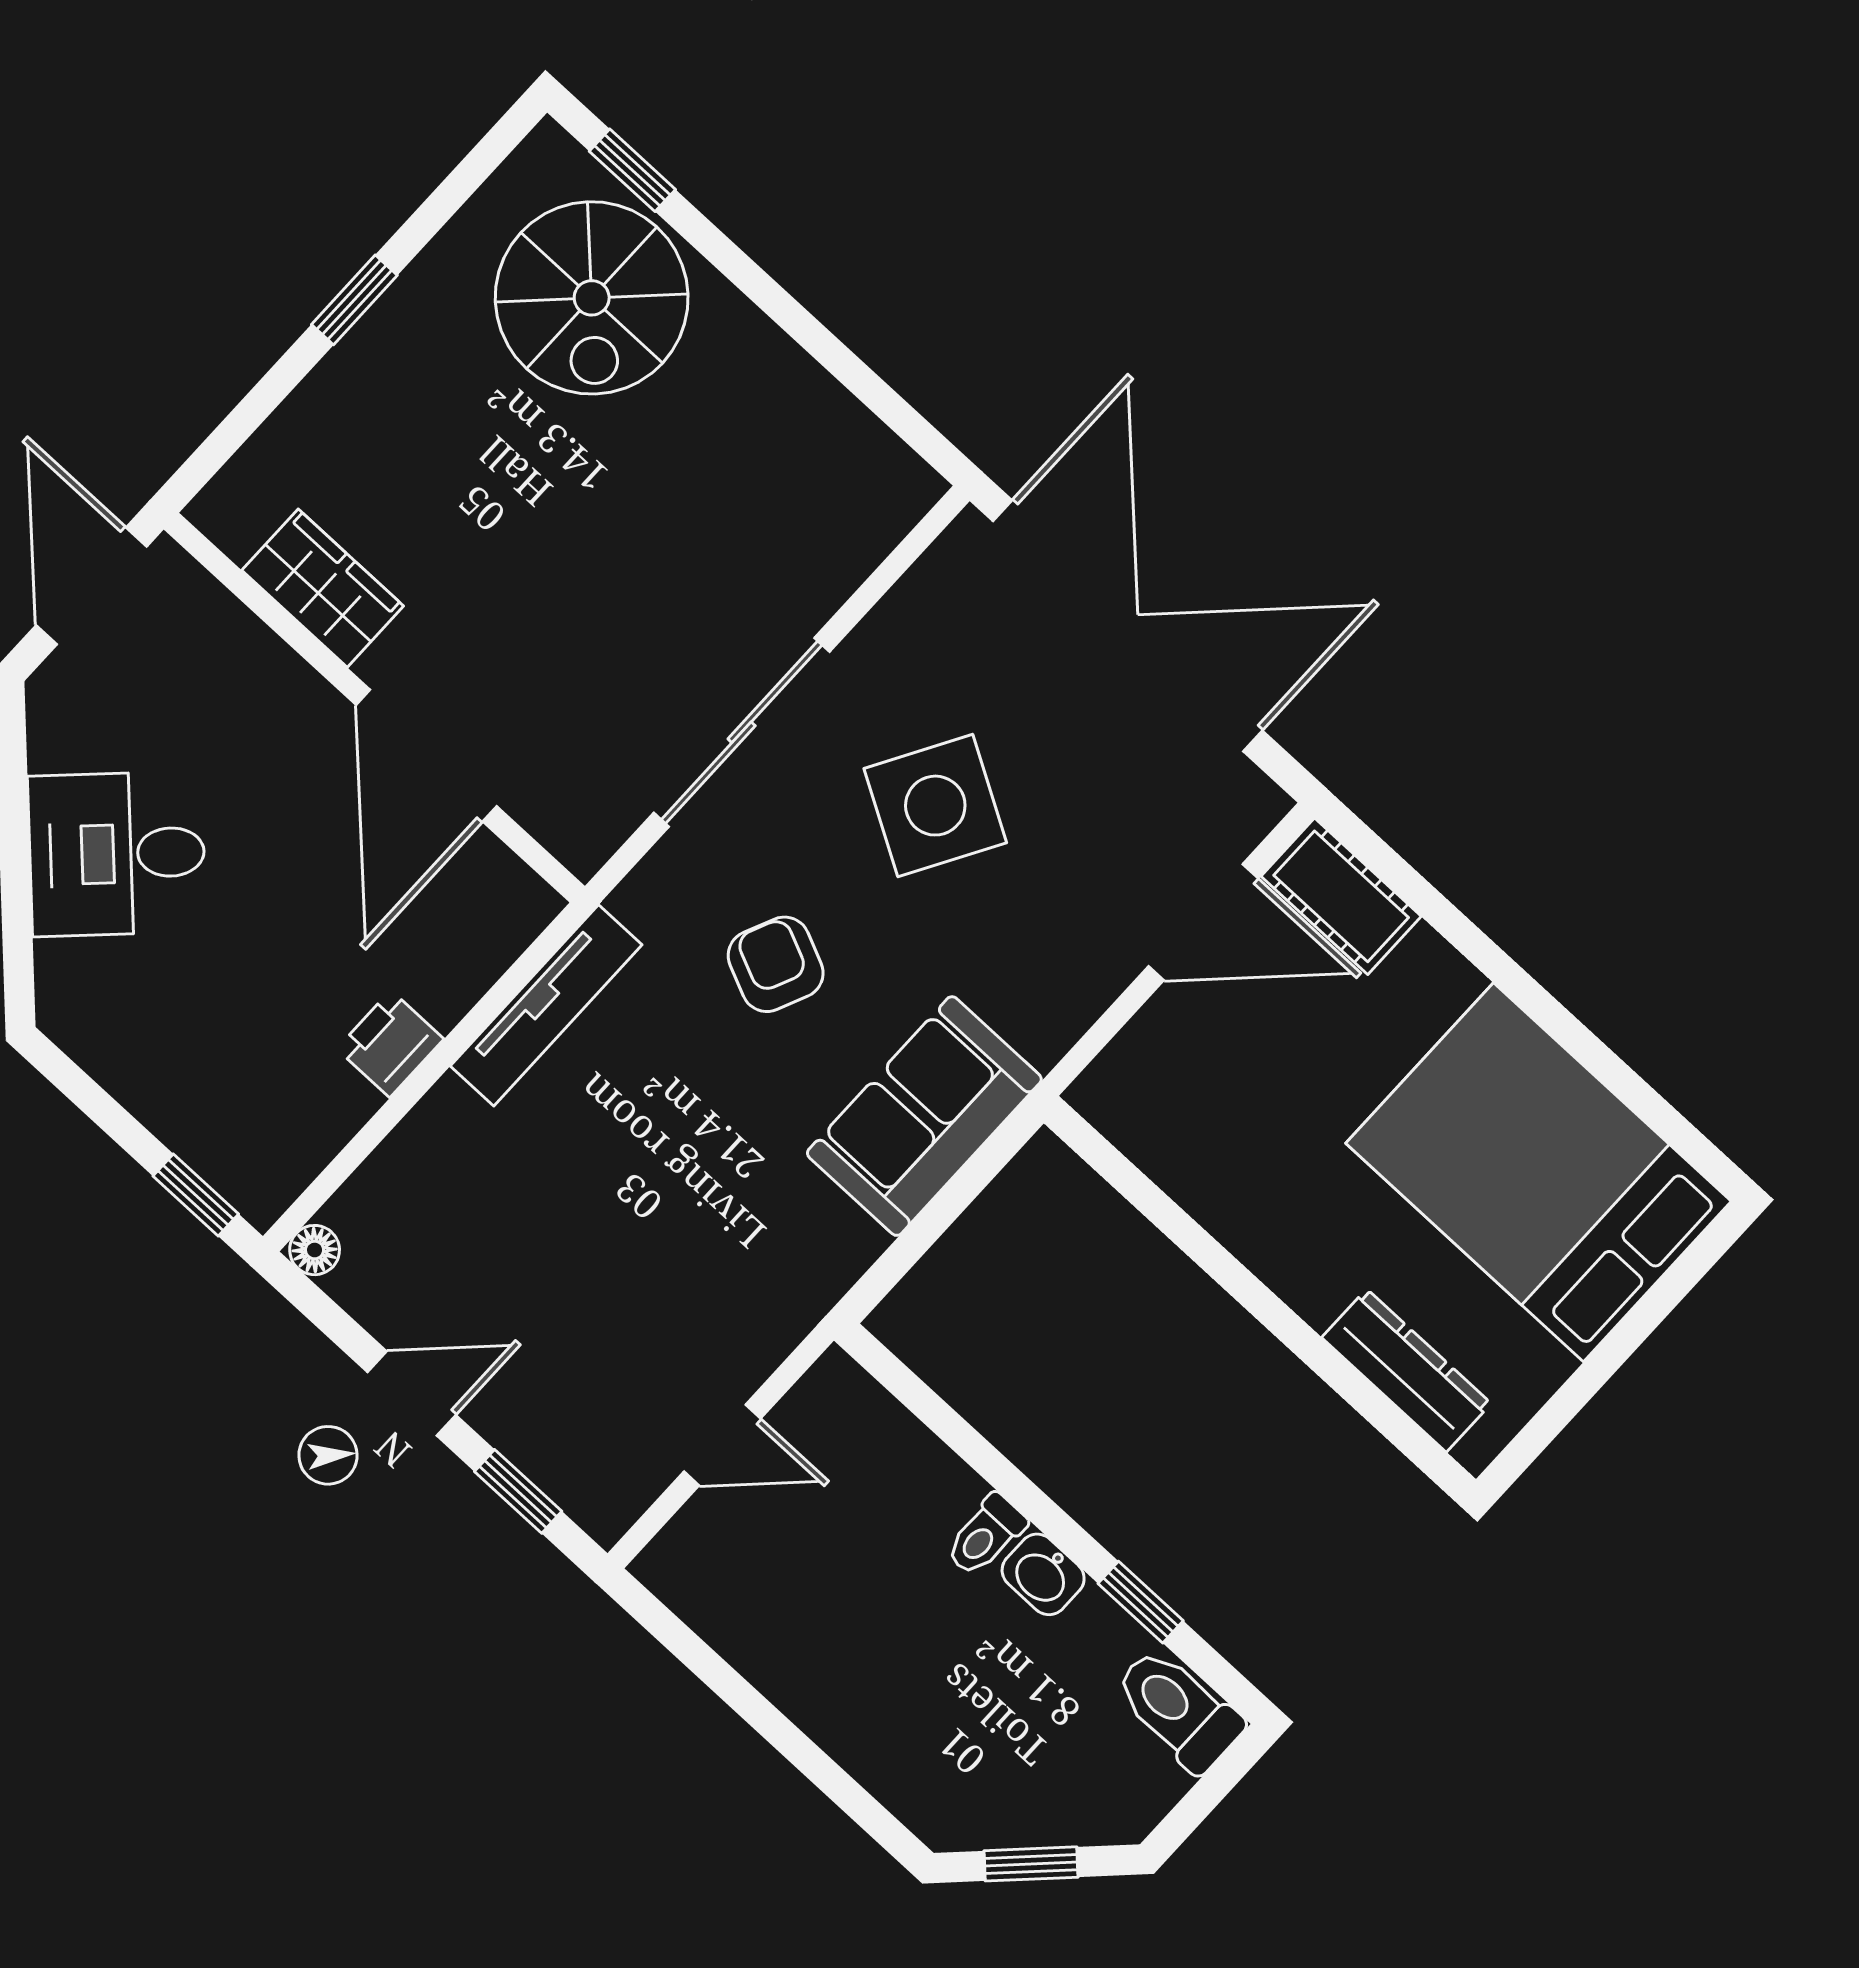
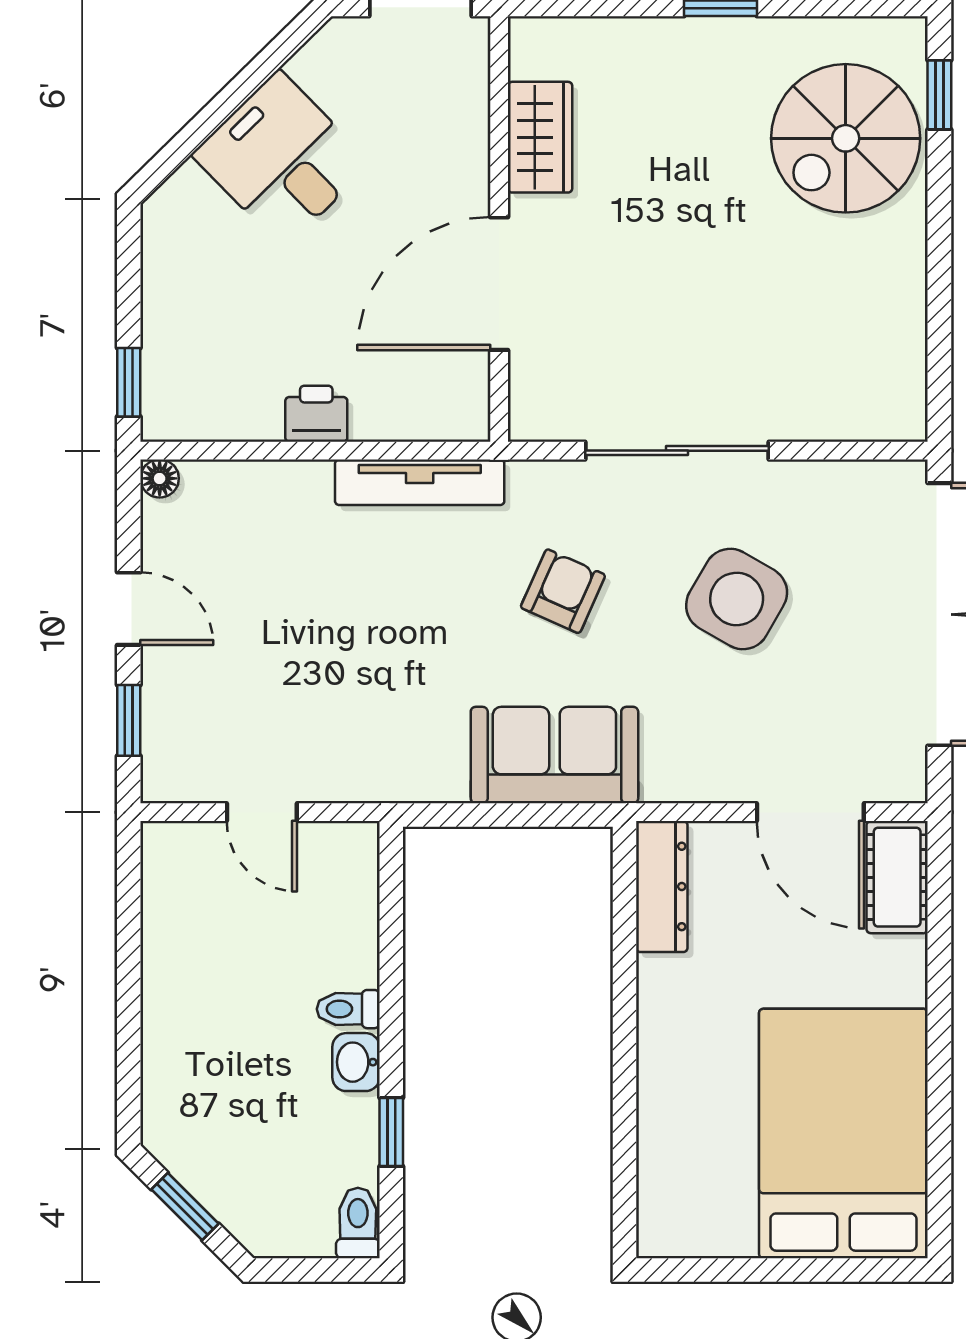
dresser: (1406, 1370) -> (662, 886), moved
toilet: (1178, 1709) -> (358, 1223), width x0.73, depth x0.72

